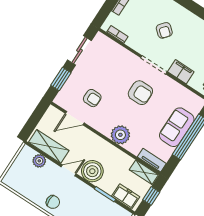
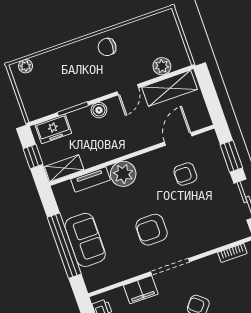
tv unit: (152, 160) -> (90, 179), moved
boiler: (92, 171) -> (99, 110), width x0.54, depth x0.54

